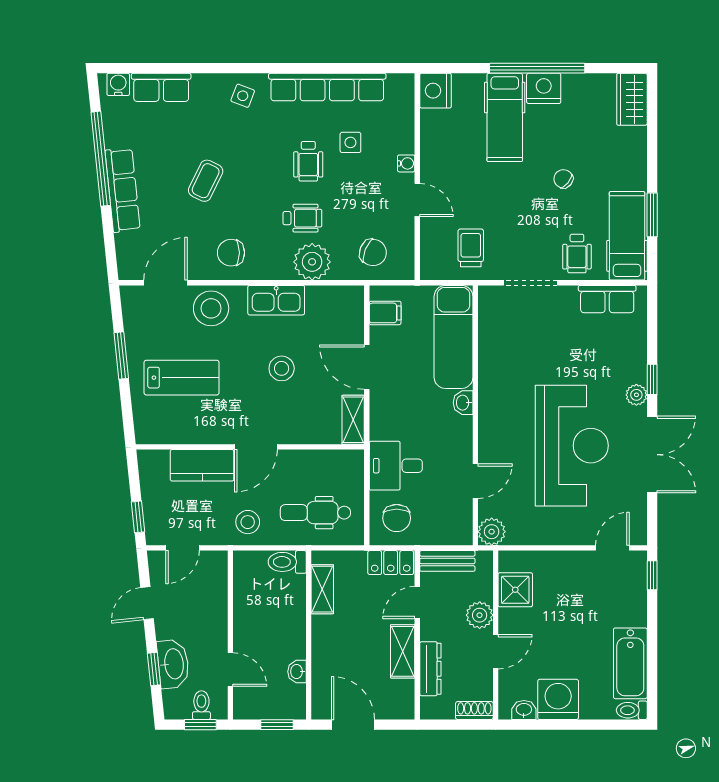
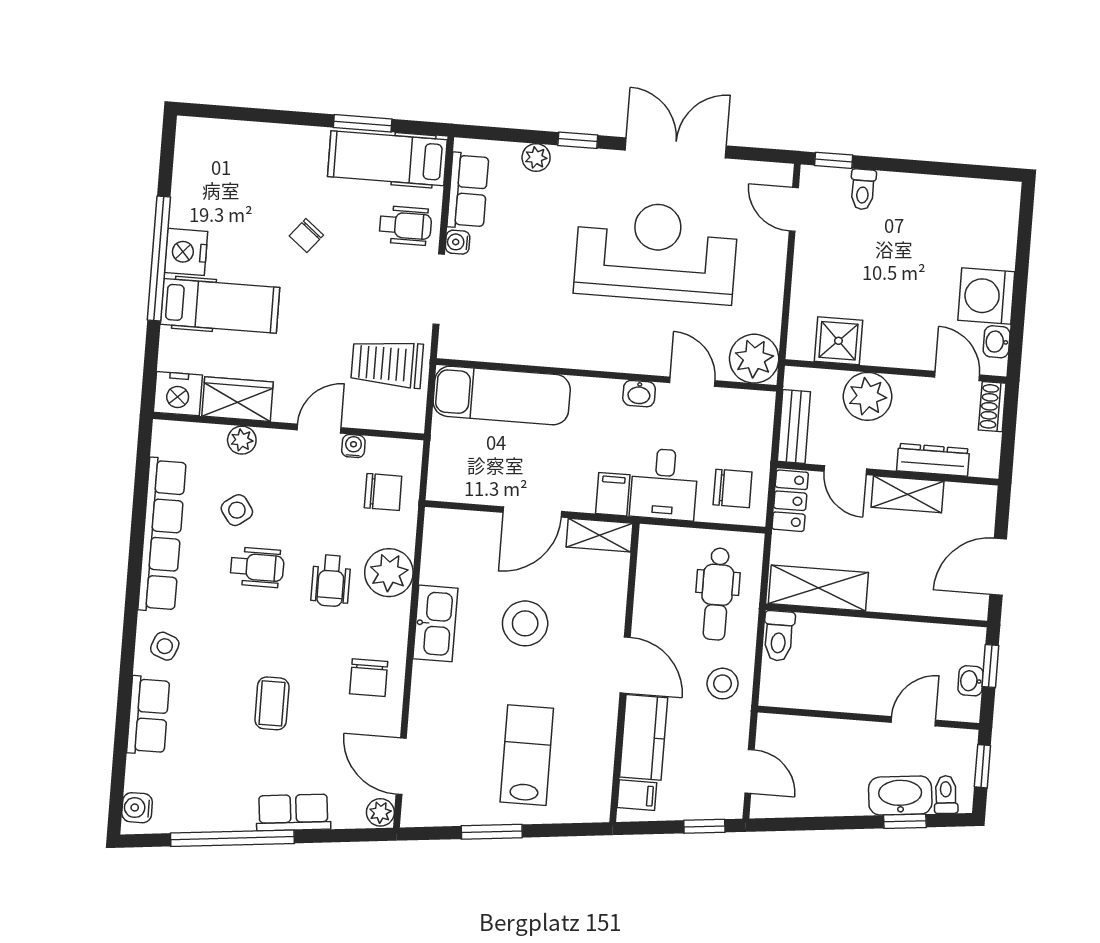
row of seats: (161, 87) -> (148, 715), moved
wardrobe: (632, 99) -> (238, 399), moved, turned 180
side table: (350, 142) -> (237, 510), turned -36
plant: (404, 142) -> (242, 440), added
water cooler: (406, 163) -> (353, 446), moved
coffee table: (206, 181) -> (272, 703), turned 64
row of seats: (123, 190) -> (293, 812), width x0.68
wheelchair: (302, 218) -> (331, 581), turned 180
trolley: (471, 248) -> (387, 364), width x1.36, depth x1.39
chair: (373, 253) -> (383, 492), turned 68
plant: (129, 270) -> (380, 812), added
water cooler: (567, 294) -> (458, 242), added
stool: (211, 308) -> (439, 709), removed
filing cabinet: (385, 313) -> (613, 494), moved
stool: (282, 368) -> (525, 623), width x1.38, depth x1.38
plant: (636, 395) -> (536, 158), moved
washbasin: (463, 403) -> (639, 394), moved
filing cabinet: (158, 464) -> (637, 795), added
plant: (492, 532) -> (754, 359), width x1.36, depth x1.36
shelving: (322, 589) -> (818, 588), width x1.50, depth x1.33
door: (147, 603) -> (818, 823), removed
plant: (480, 615) -> (868, 396), width x1.36, depth x1.36
door: (496, 652) -> (957, 376), moved
bathtub: (630, 663) -> (947, 198), removed
washbasin: (297, 672) -> (971, 681), moved, turned 90
toilet: (201, 705) -> (946, 795), moved, turned 84
toilet: (632, 710) -> (863, 189), moved

